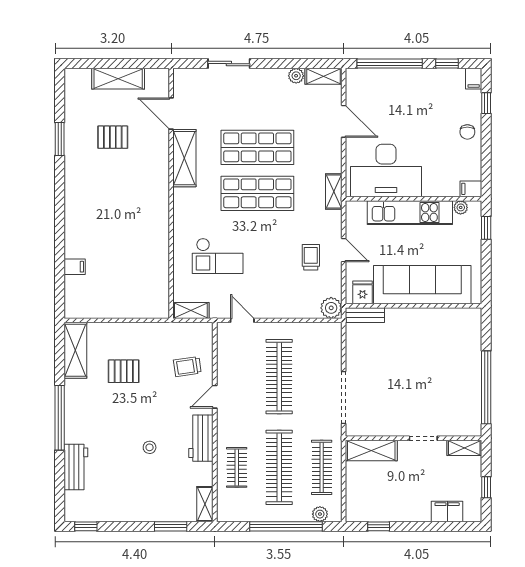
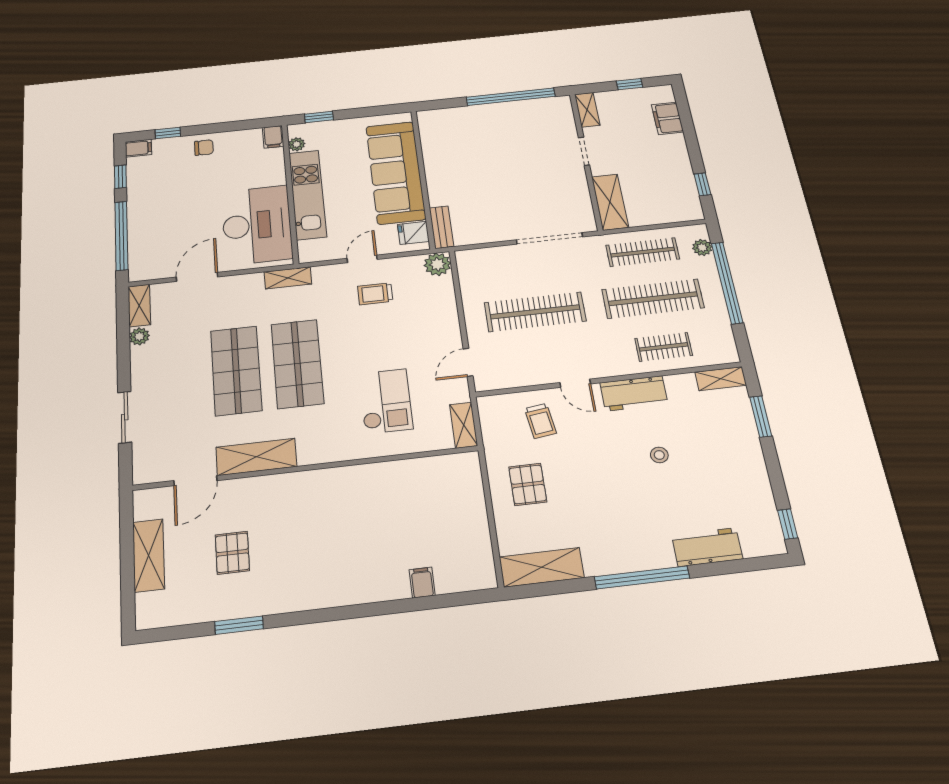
pallet: (124, 371) -> (528, 484), moved

